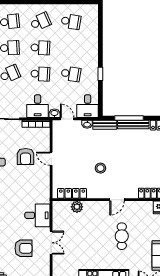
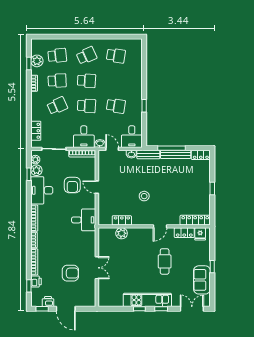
locker: (72, 193) -> (122, 220), width x0.66
locker: (142, 206) -> (184, 233), added
desk: (37, 215) -> (84, 220), moved

